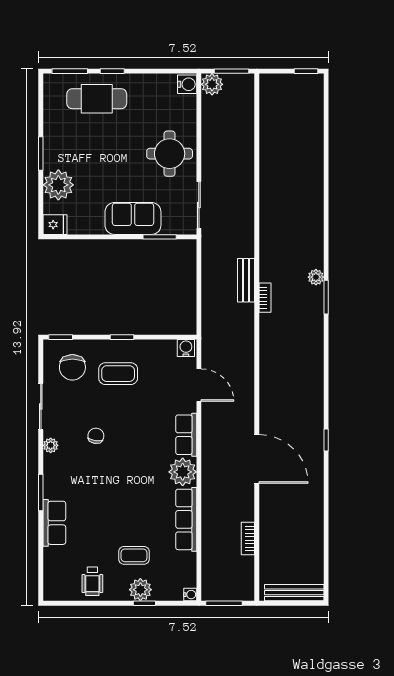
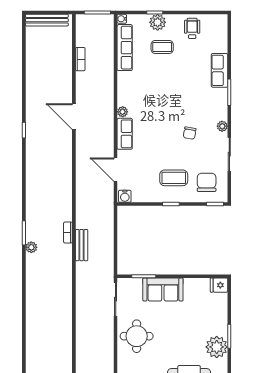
plant: (58, 185) -> (217, 347), moved
door: (257, 459) -> (74, 116), width x0.73
plant: (183, 472) -> (123, 112), width x0.53, depth x0.53
row of seats: (186, 519) -> (125, 48), moved

